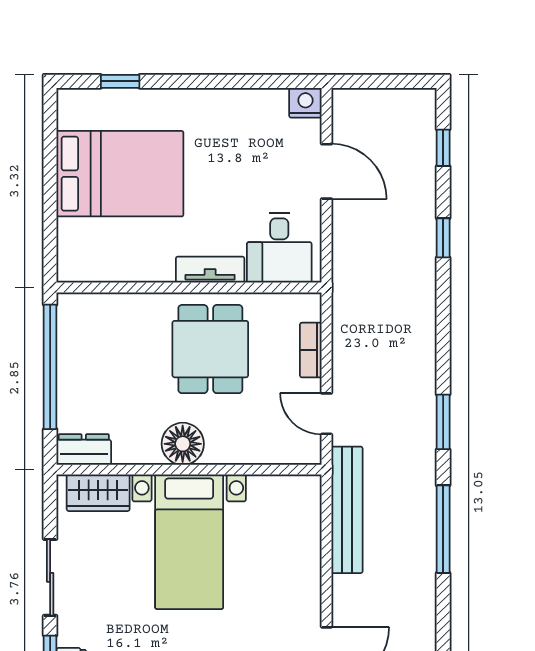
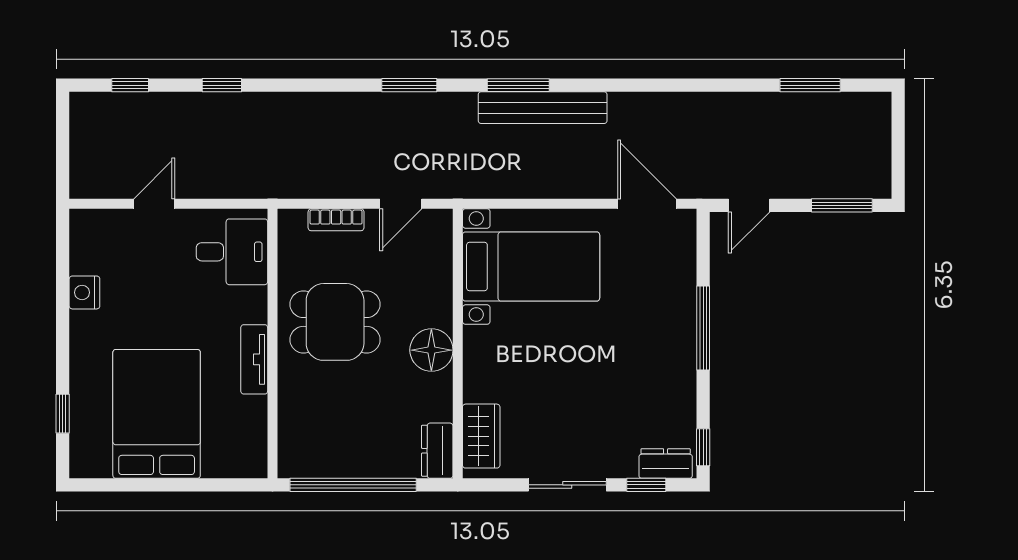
nightstand: (305, 103) -> (84, 292), moved
door: (326, 171) -> (154, 204), width x0.73
tv unit: (210, 270) -> (254, 359), moved
bench: (347, 510) -> (543, 108), moved
window: (443, 529) -> (518, 85), width x0.69
bed with nightstands: (189, 542) -> (531, 267), moved

